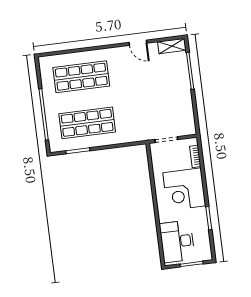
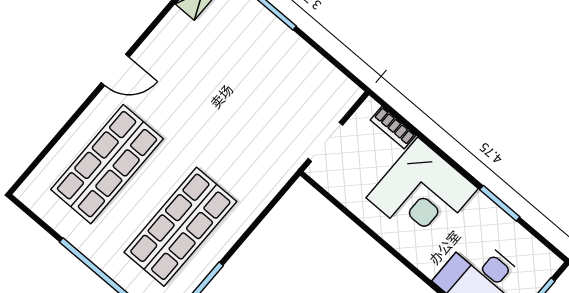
door: (138, 43) -> (115, 70), moved

